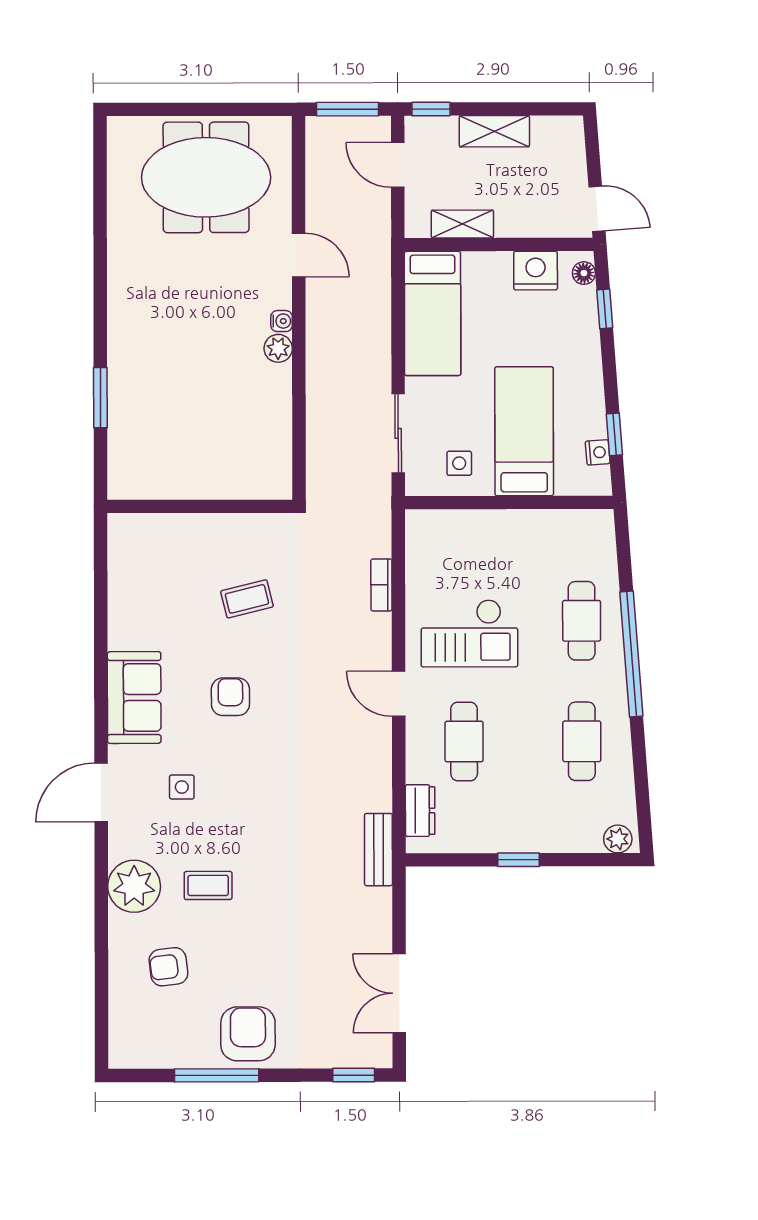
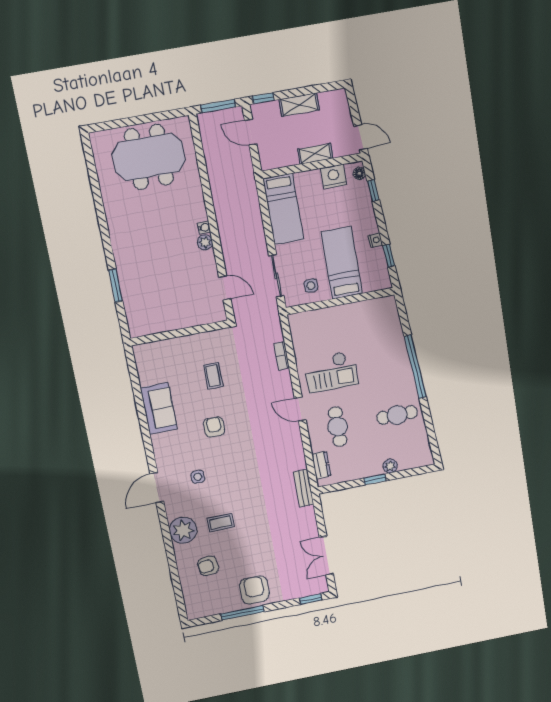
shelving: (462, 224) -> (315, 154), moved
door: (299, 255) -> (225, 288), moved
nightstand: (598, 452) -> (375, 240), moved
coffee table: (247, 599) -> (213, 376), turned -76
cafe table: (582, 621) -> (387, 355), removed
sofa: (134, 697) -> (159, 409), moved
cafe table: (582, 741) -> (397, 415), turned 90
plant: (618, 839) -> (390, 466), moved

